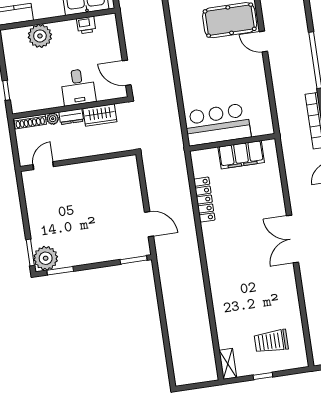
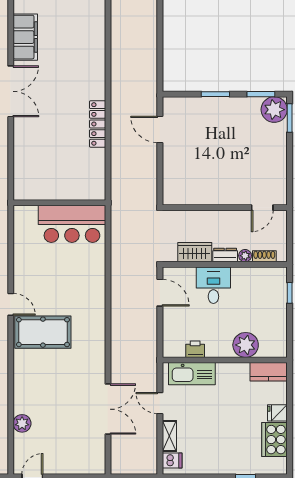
shoe rack: (30, 121) -> (264, 256), width x0.70
filing cabinet: (241, 155) -> (25, 37), moved, turned 90
locker: (204, 200) -> (98, 124), moved
window: (134, 260) -> (215, 94), moved

